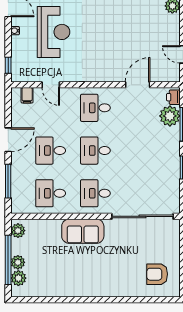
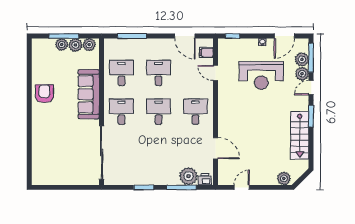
door: (51, 85) -> (216, 73), hinge flipped
door: (8, 140) -> (185, 36), moved
sofa: (83, 231) -> (89, 94), width x1.36
window: (8, 260) -> (64, 36), width x0.68
armchair: (157, 274) -> (44, 94), moved
plant: (18, 278) -> (75, 45), moved

